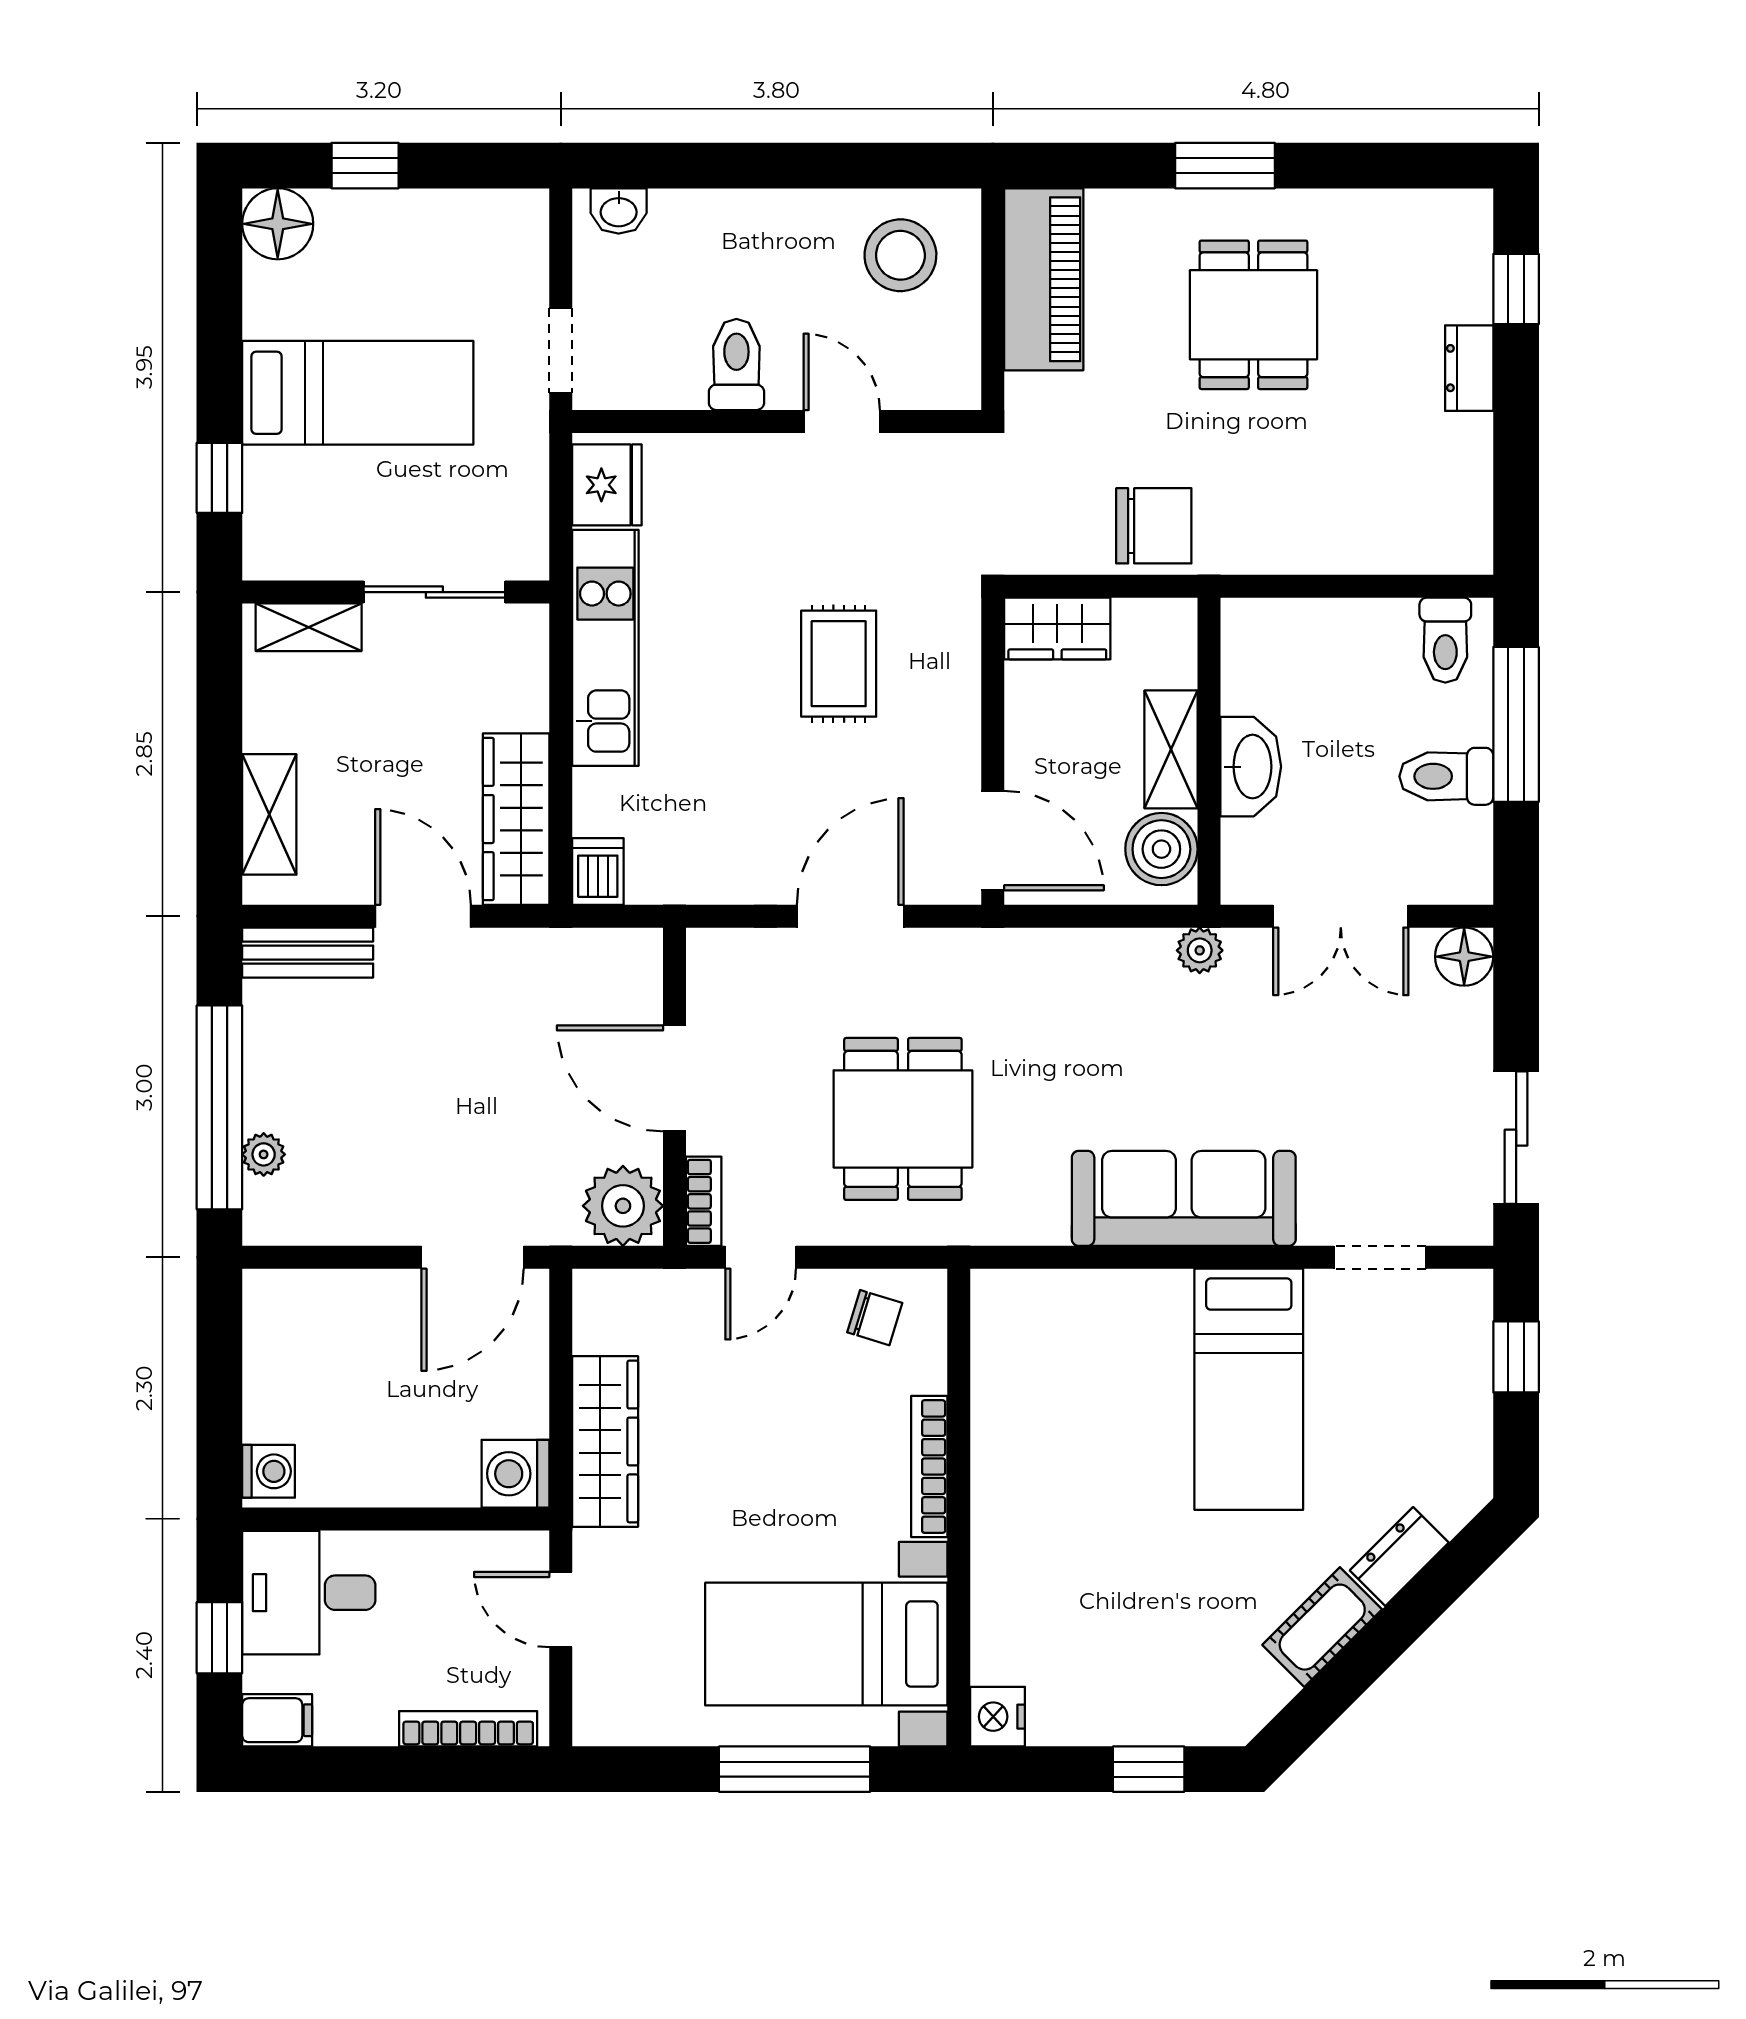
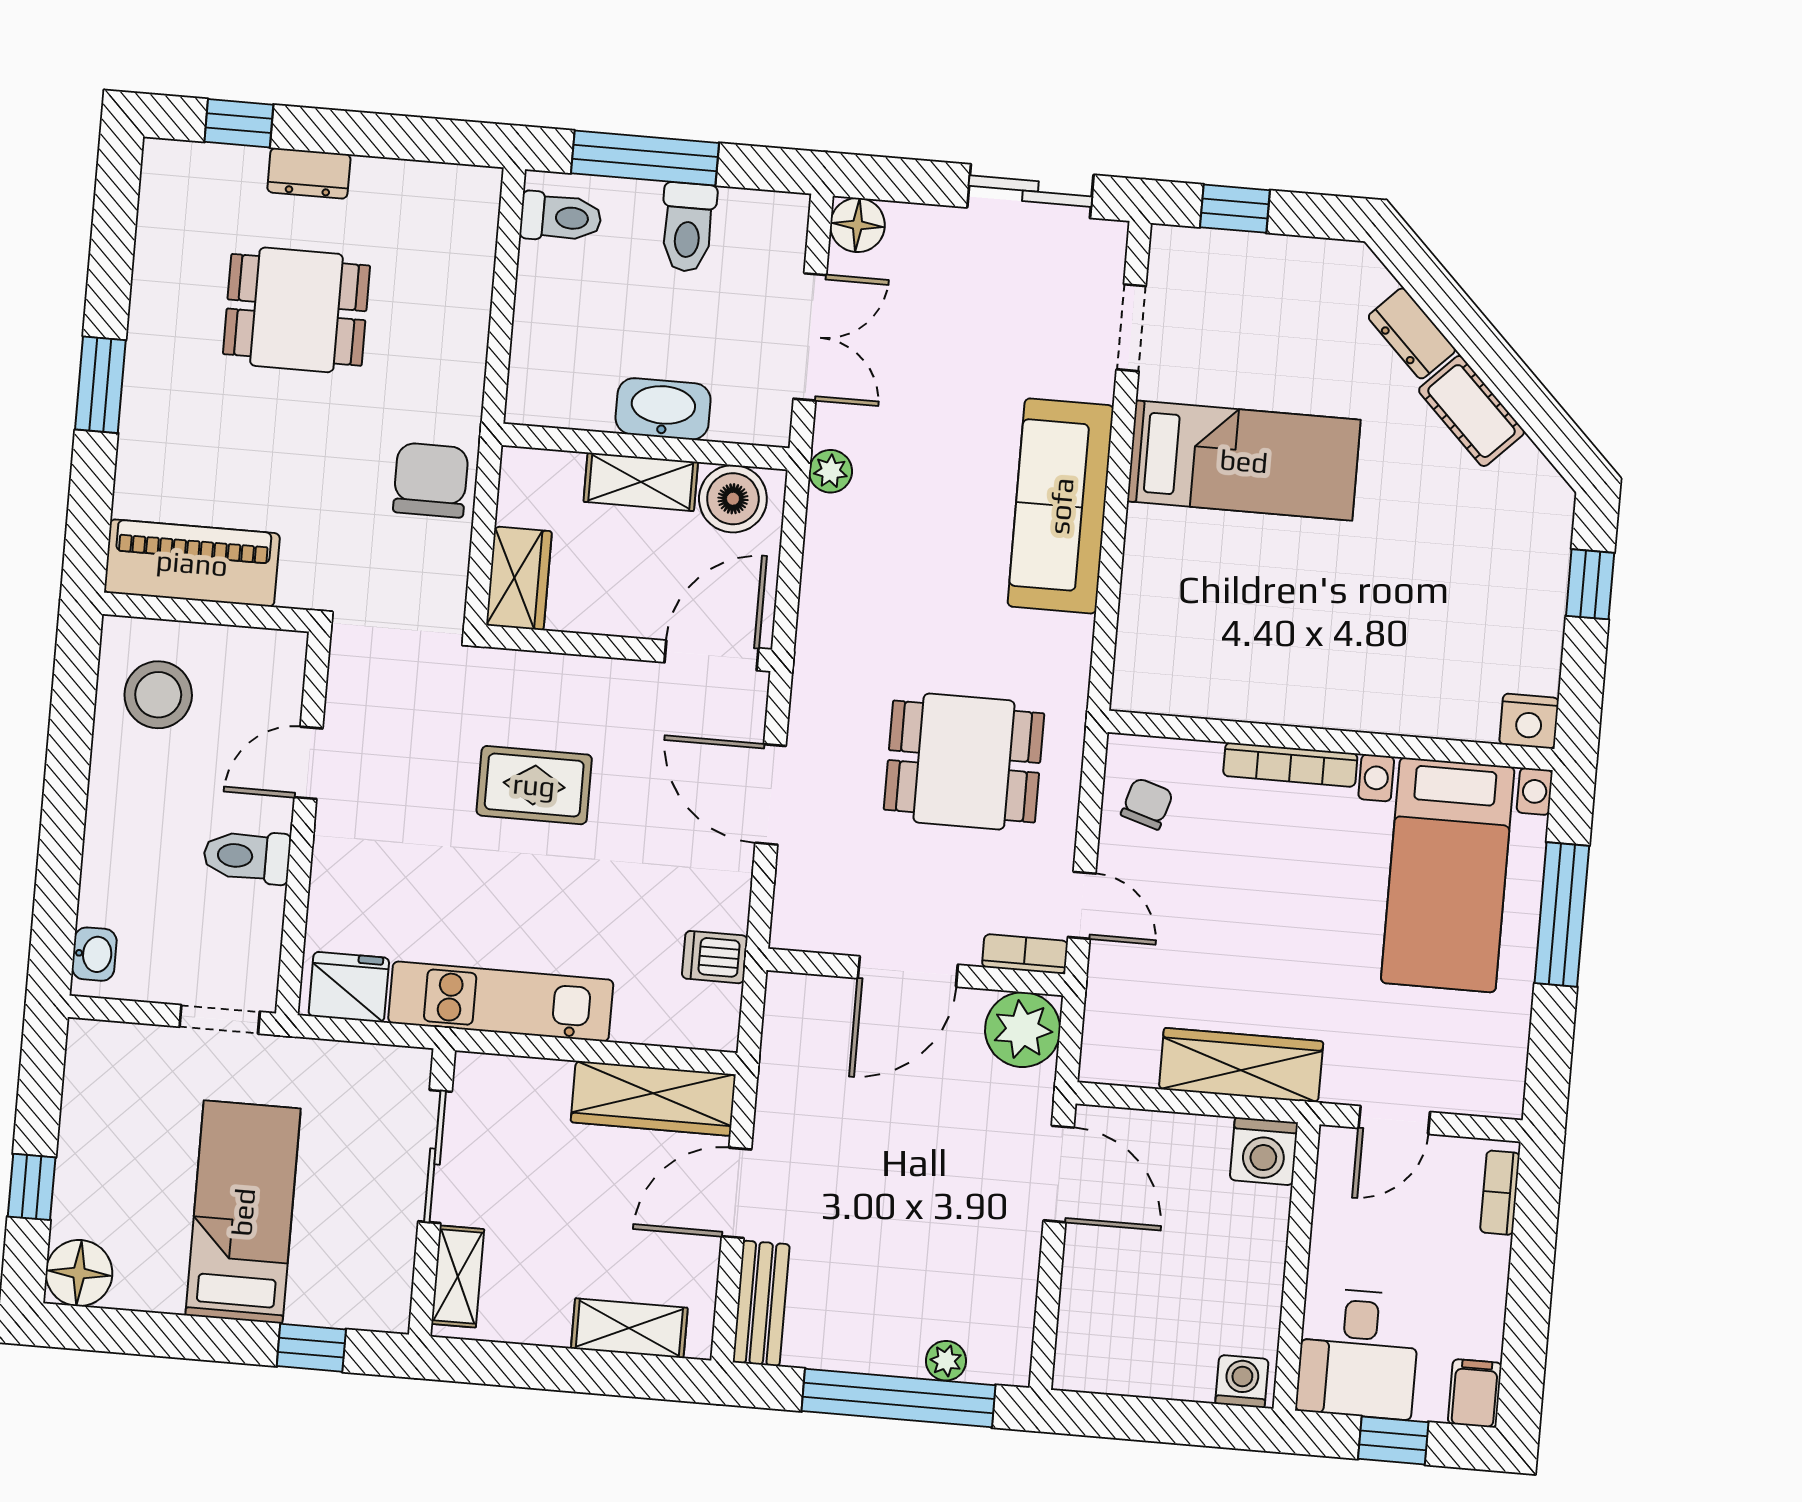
dining table: (1253, 315) -> (296, 310), moved
dishwasher: (598, 872) -> (715, 957), moved
bookcase: (468, 1729) -> (1500, 1193), width x0.64

